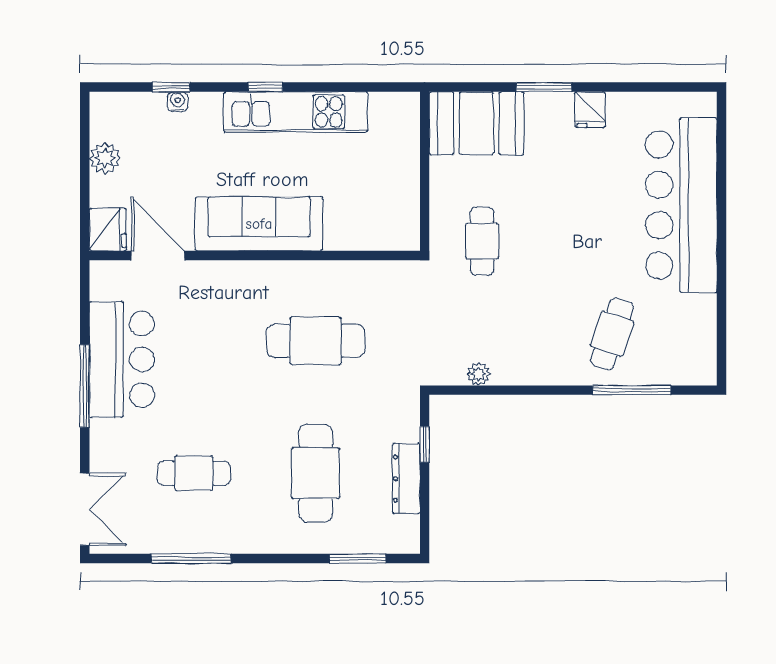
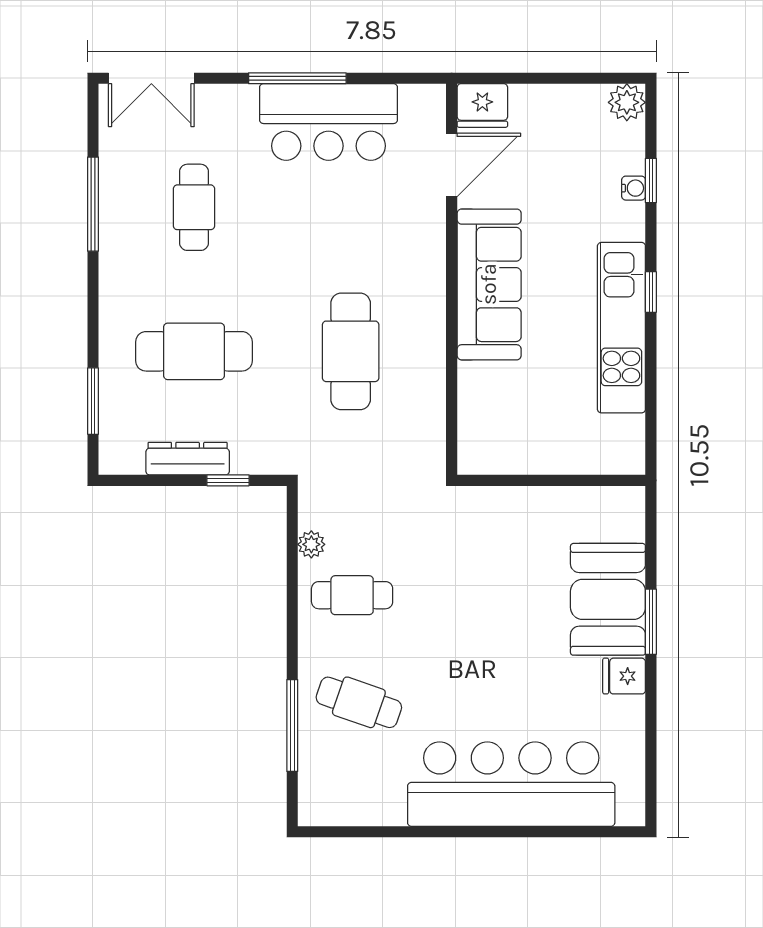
booth: (476, 123) -> (608, 599), moved
plant: (105, 158) -> (627, 102), moved
cafe table: (482, 241) -> (352, 595), moved

